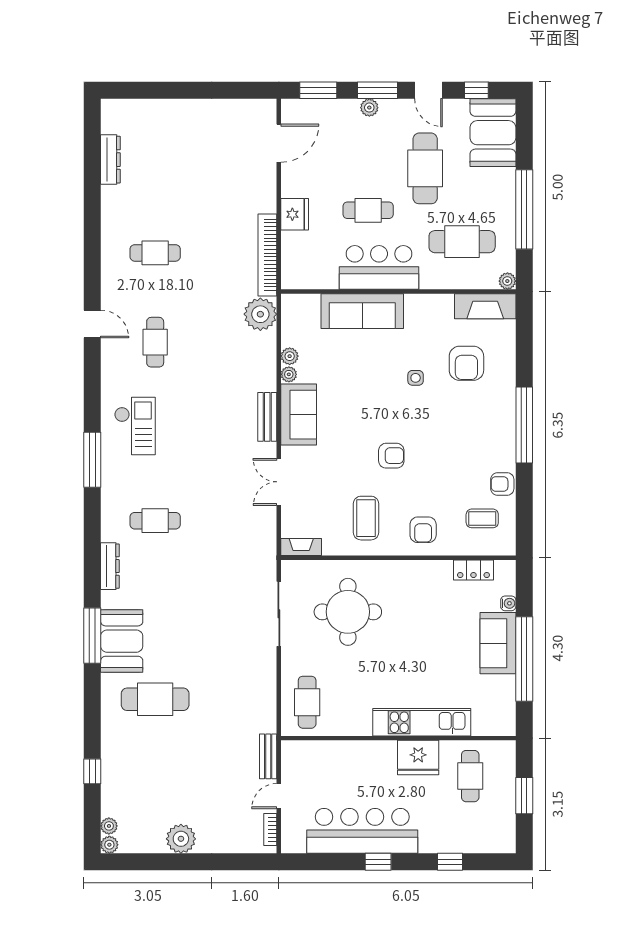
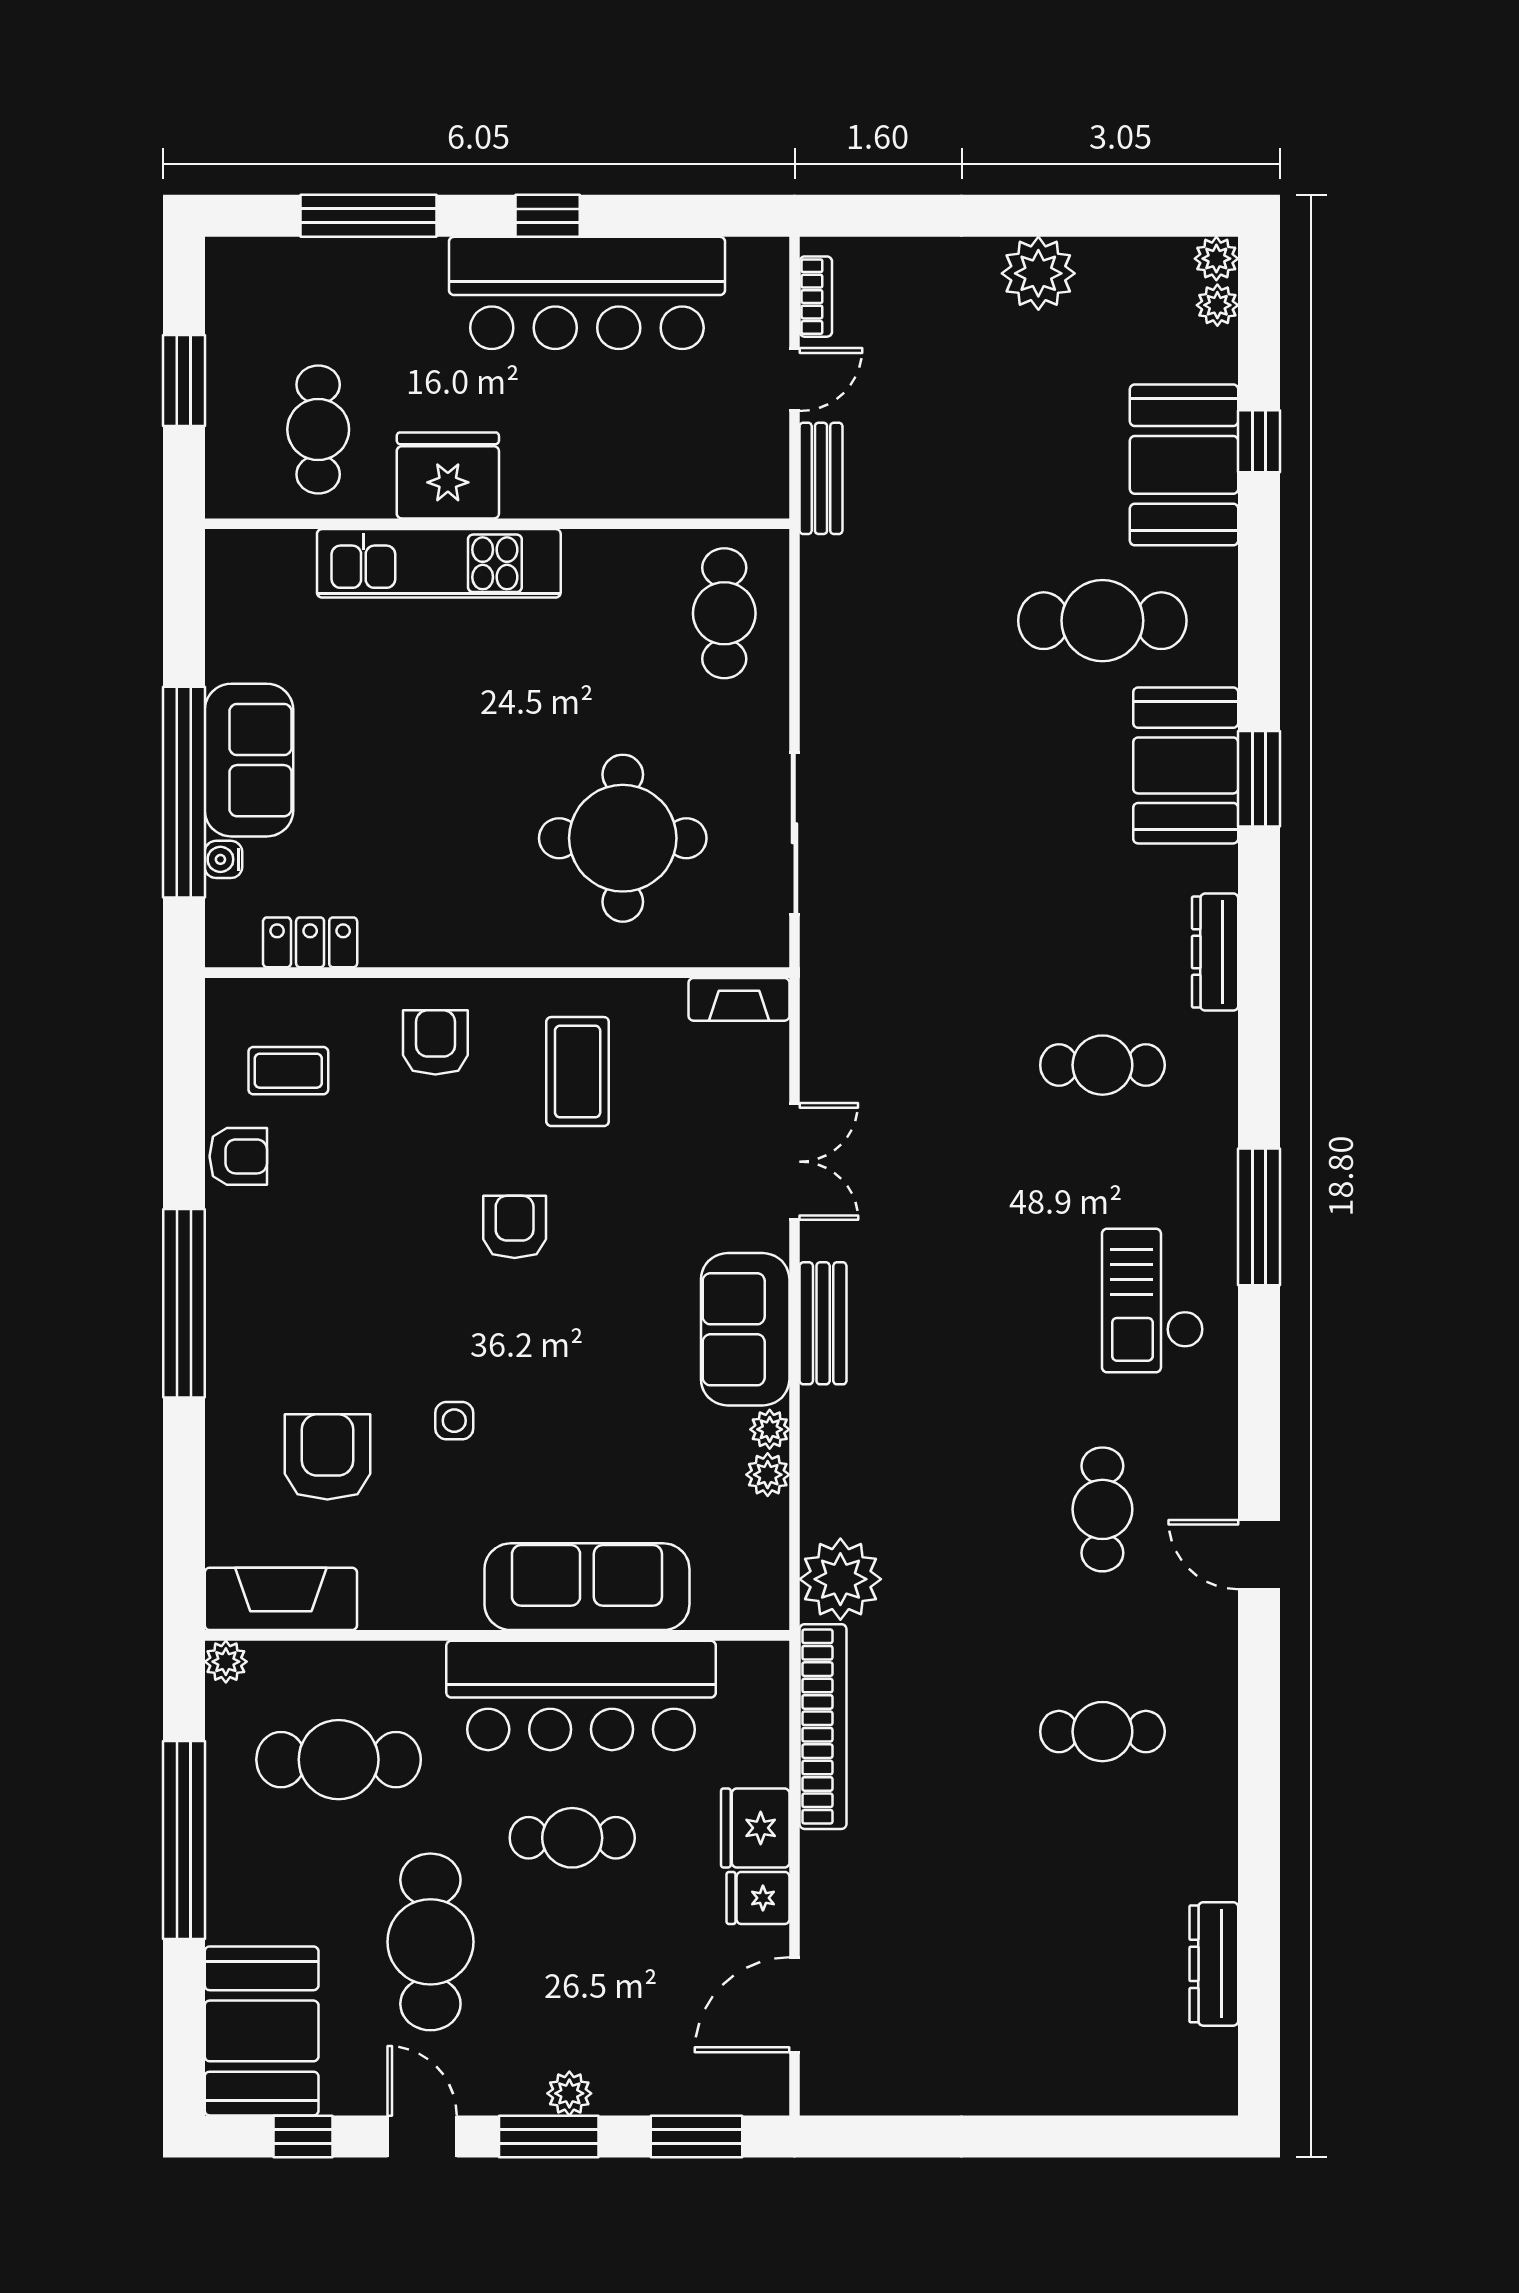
fridge: (294, 186) -> (758, 1898), added
bar counter: (379, 267) -> (581, 1695), width x1.36
armchair: (391, 456) -> (515, 1227), turned 90
window: (92, 636) -> (1259, 779), width x0.69
window: (524, 659) -> (184, 792), moved
booth: (122, 762) -> (1184, 465), added
window: (450, 862) -> (369, 216), width x2.17

